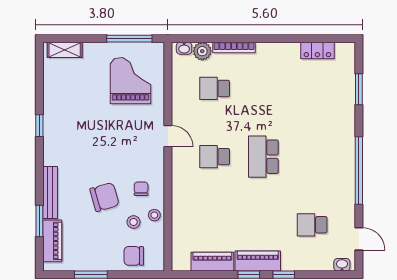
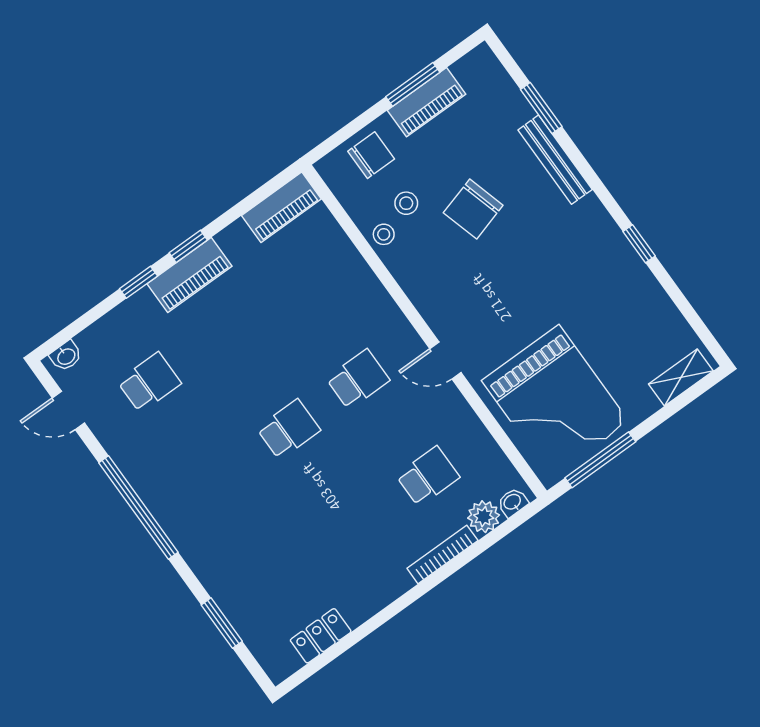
grand piano: (131, 81) -> (555, 401), width x1.37, depth x1.48
school desk: (263, 157) -> (289, 429), width x0.54
chair: (141, 189) -> (430, 258), removed
piano: (52, 241) -> (427, 102), moved, turned -90
piano: (212, 262) -> (281, 207), moved

